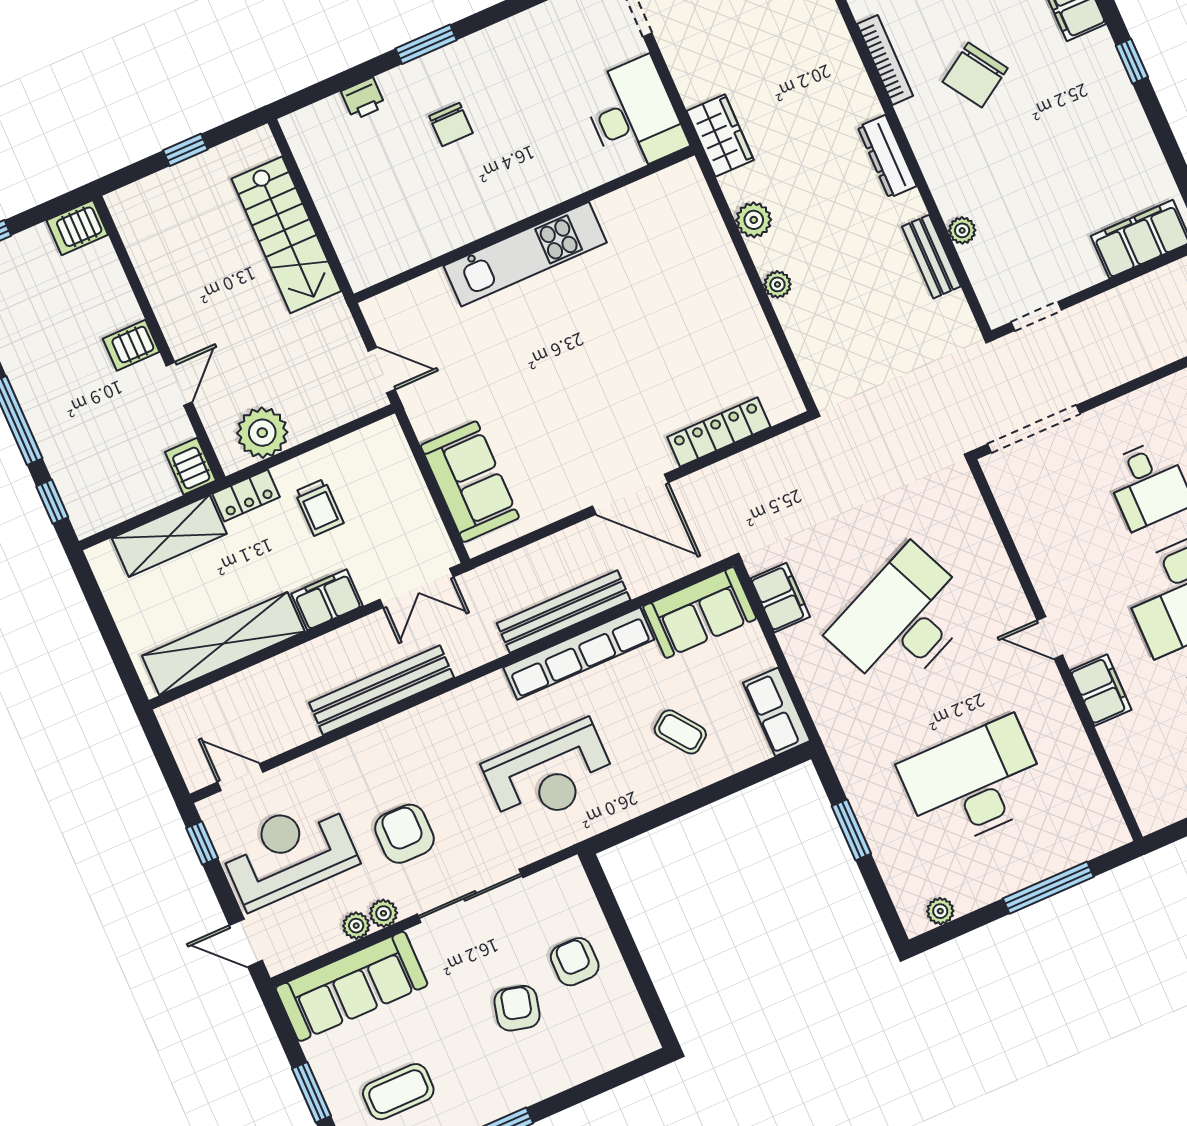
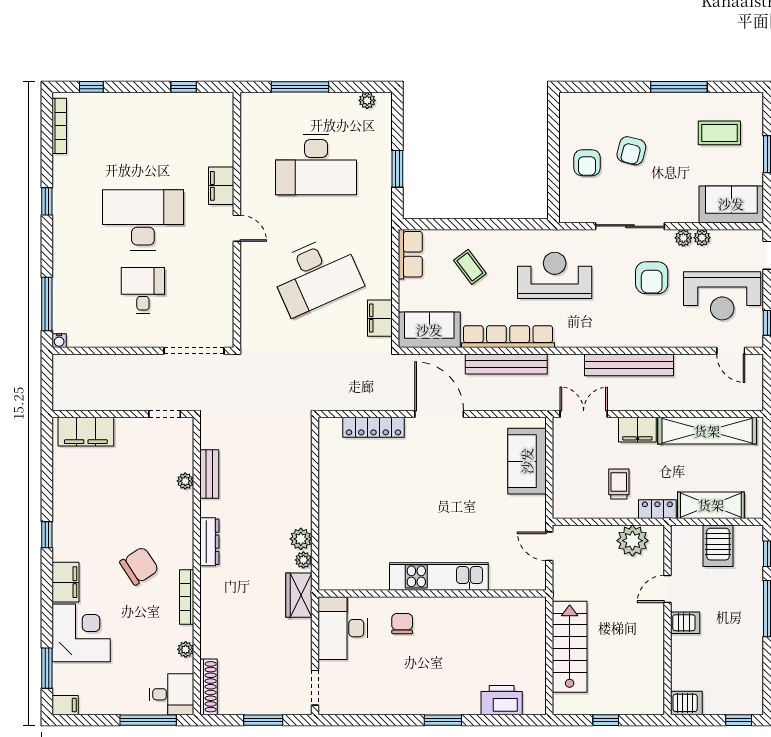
printer: (363, 99) -> (502, 700), width x1.87, depth x1.48
chair: (451, 124) -> (402, 624), moved
plant: (777, 284) -> (303, 560), moved
server rack: (190, 466) -> (718, 546), moved, width x1.36, depth x1.44
sofa: (352, 986) -> (731, 204), width x0.73

